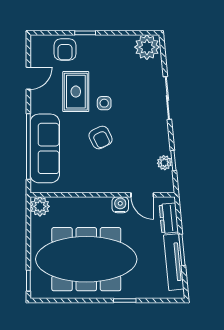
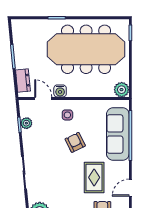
side table: (104, 103) -> (67, 115), moved
tv unit: (174, 262) -> (19, 47), removed

